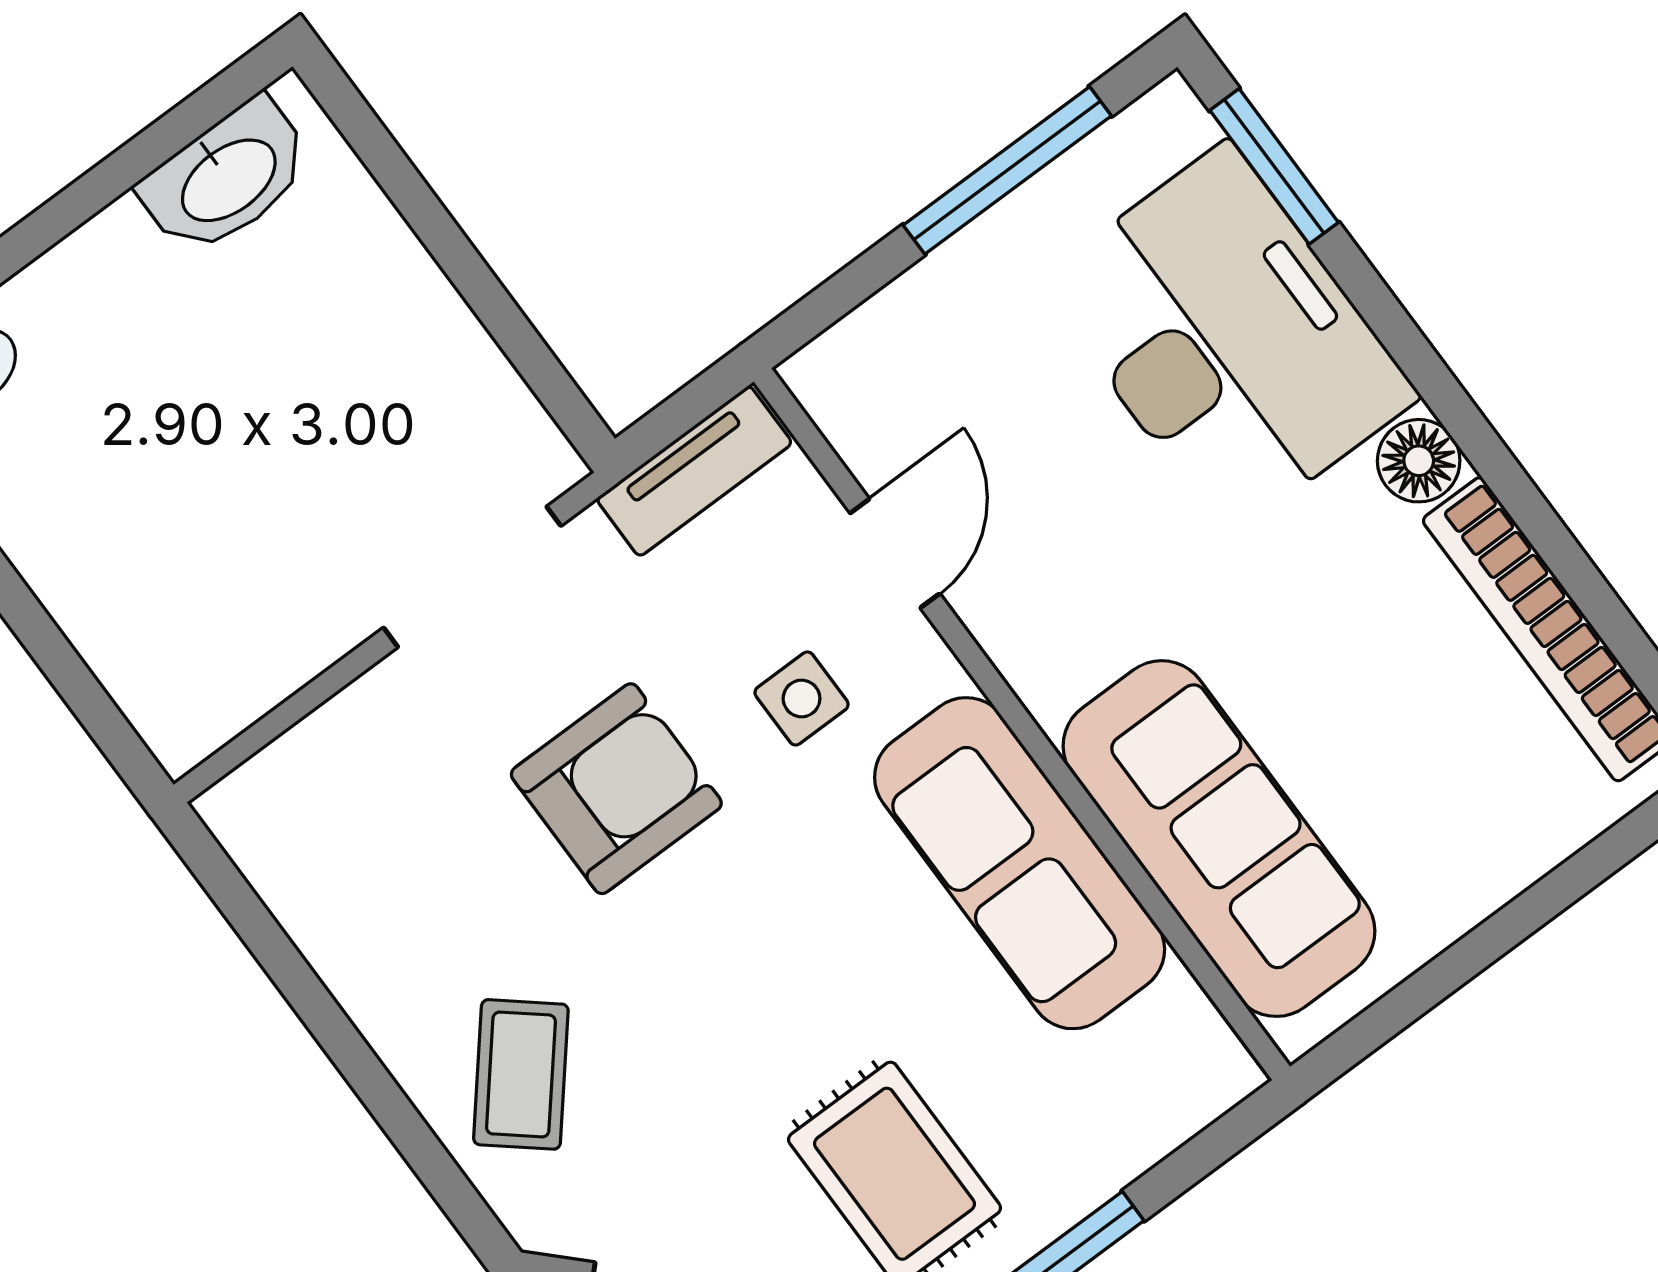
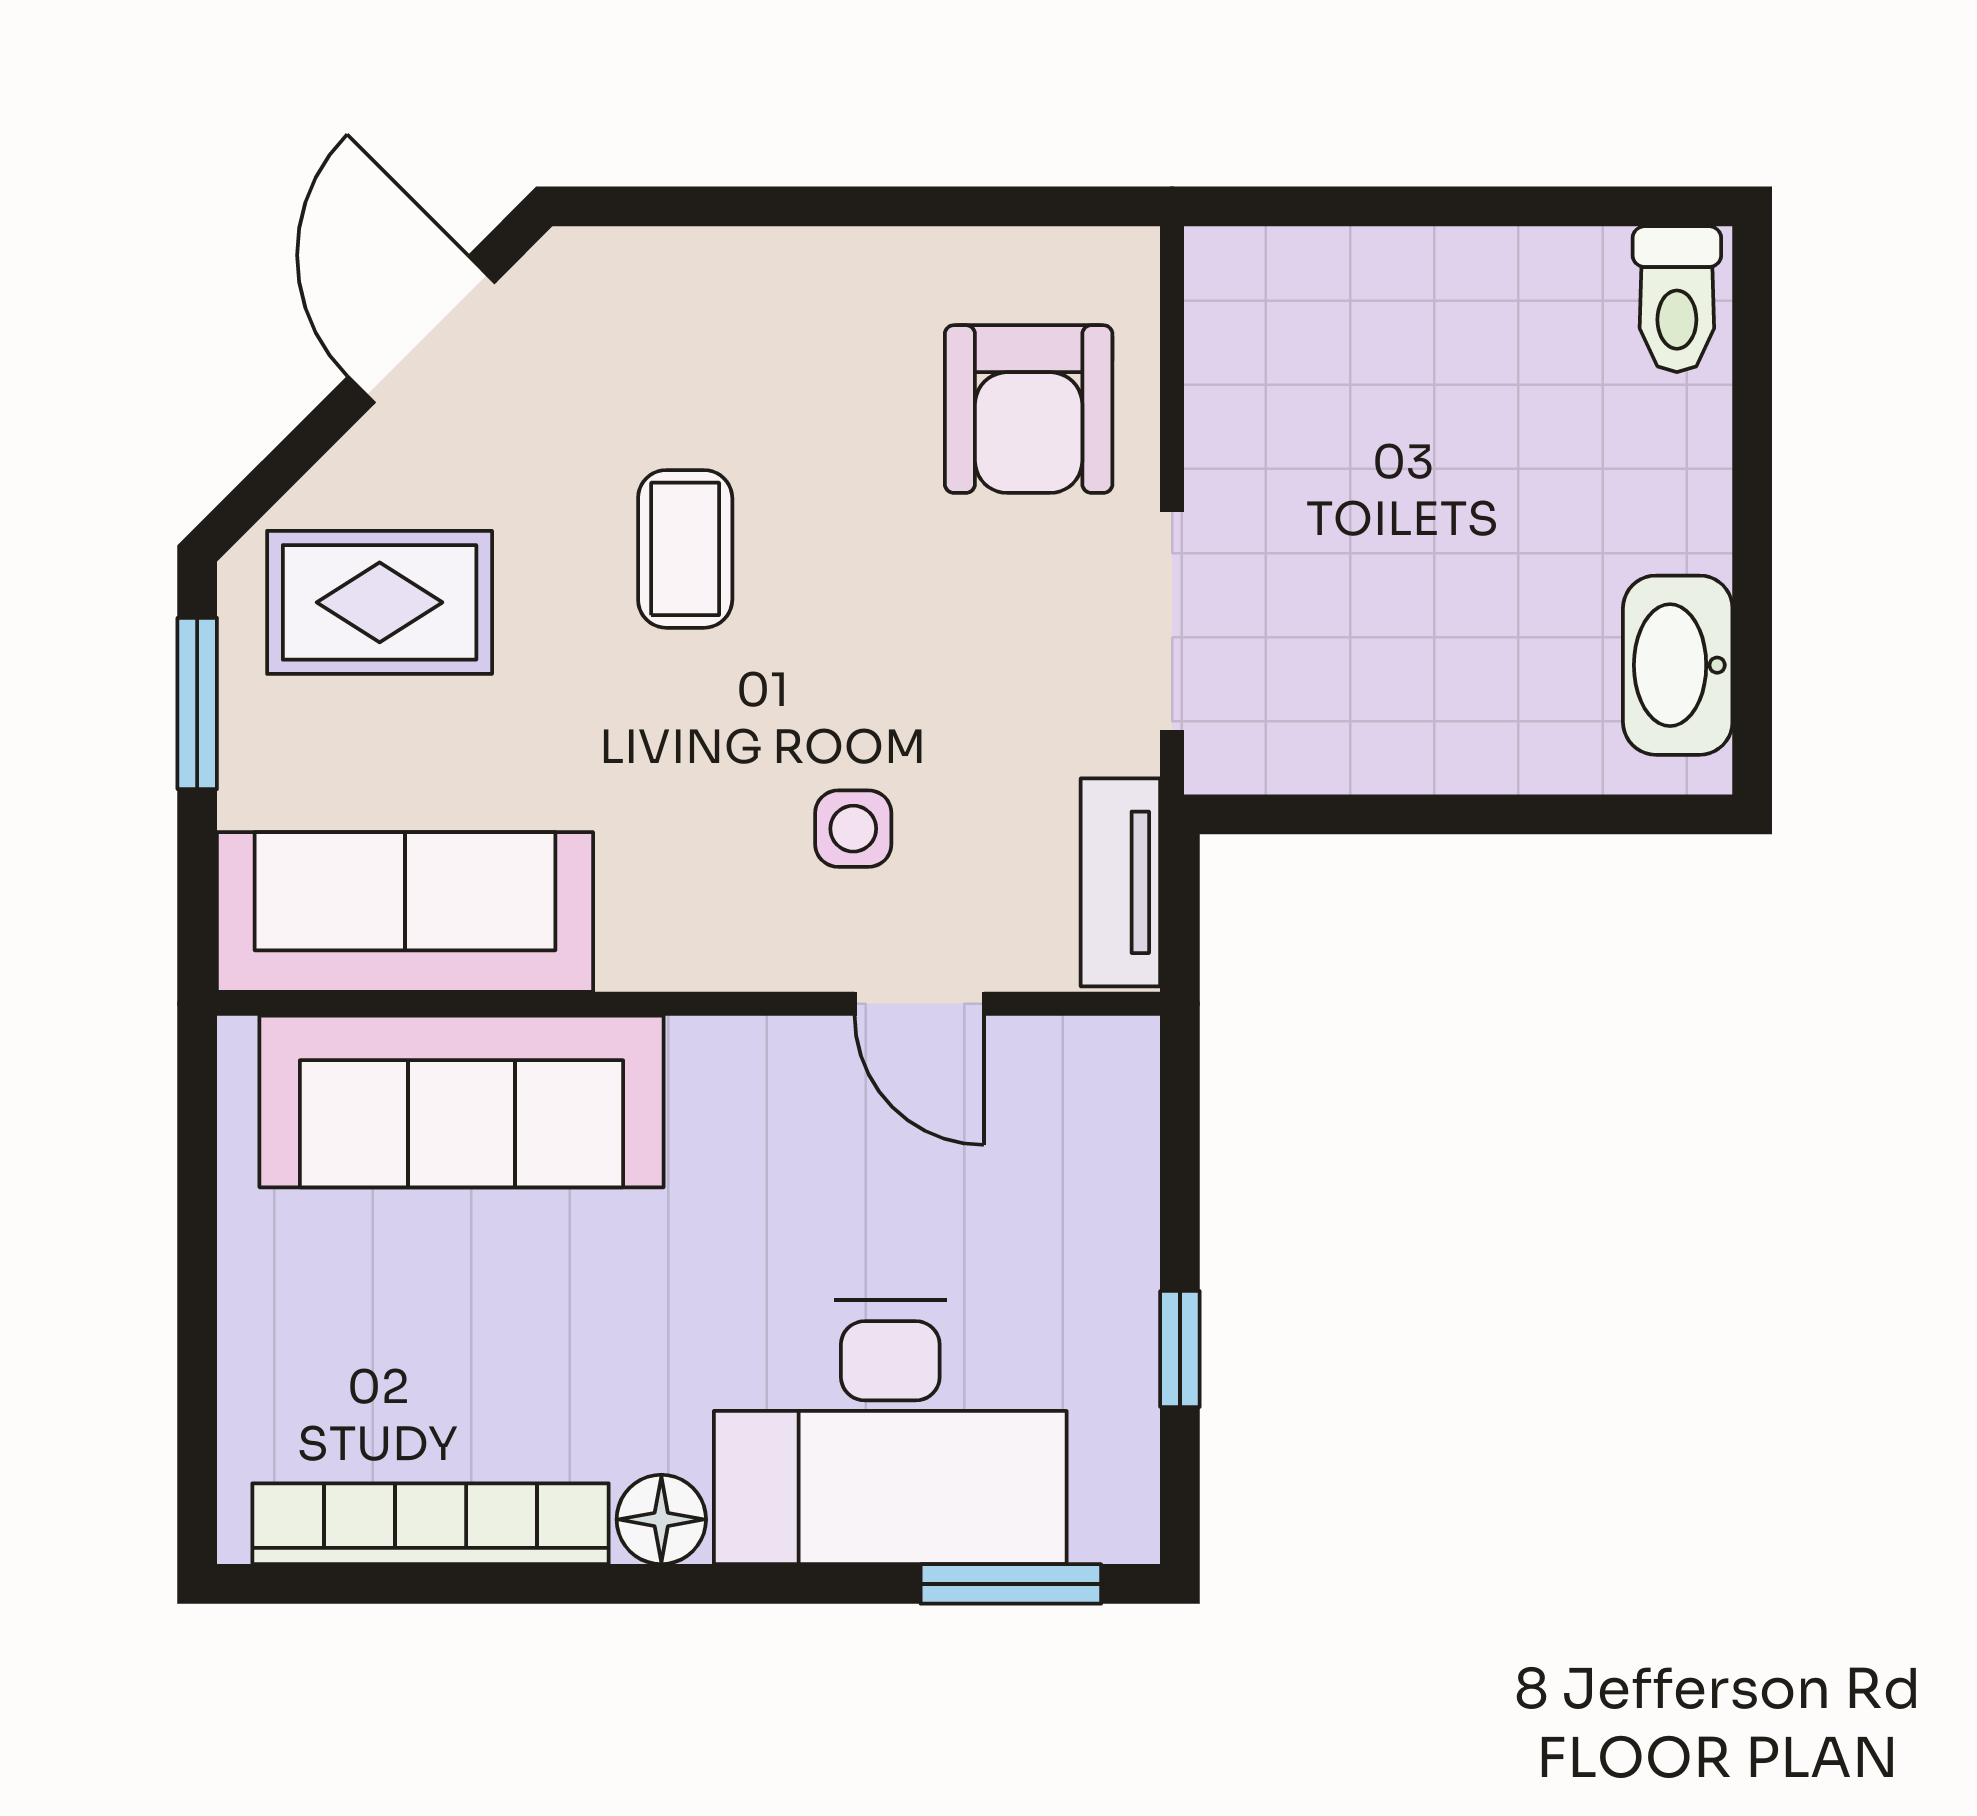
window: (1007, 170) -> (1180, 1349), width x0.46
armchair: (616, 789) -> (1029, 409), moved
sofa: (1020, 863) -> (405, 912), moved
coffee table: (521, 1074) -> (685, 549), moved, turned 50

